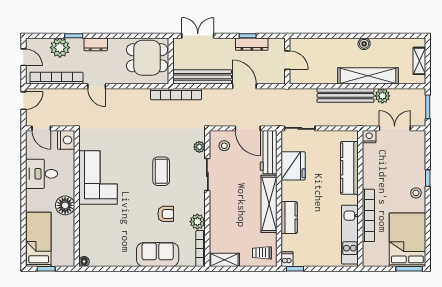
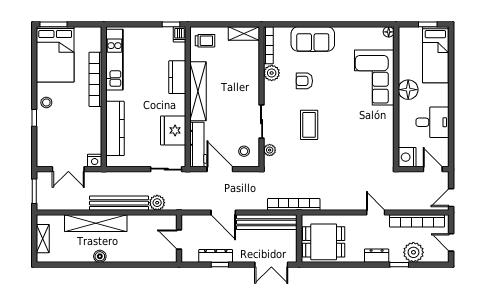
plant: (382, 96) -> (157, 203), moved
corner sofa: (98, 177) -> (374, 77), moved

